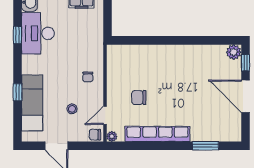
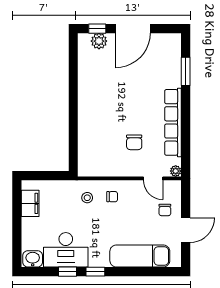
plant: (234, 52) -> (99, 41), moved
window: (17, 92) -> (95, 272), moved
stool: (72, 109) -> (87, 198), moved
chair: (95, 135) -> (165, 210), moved

